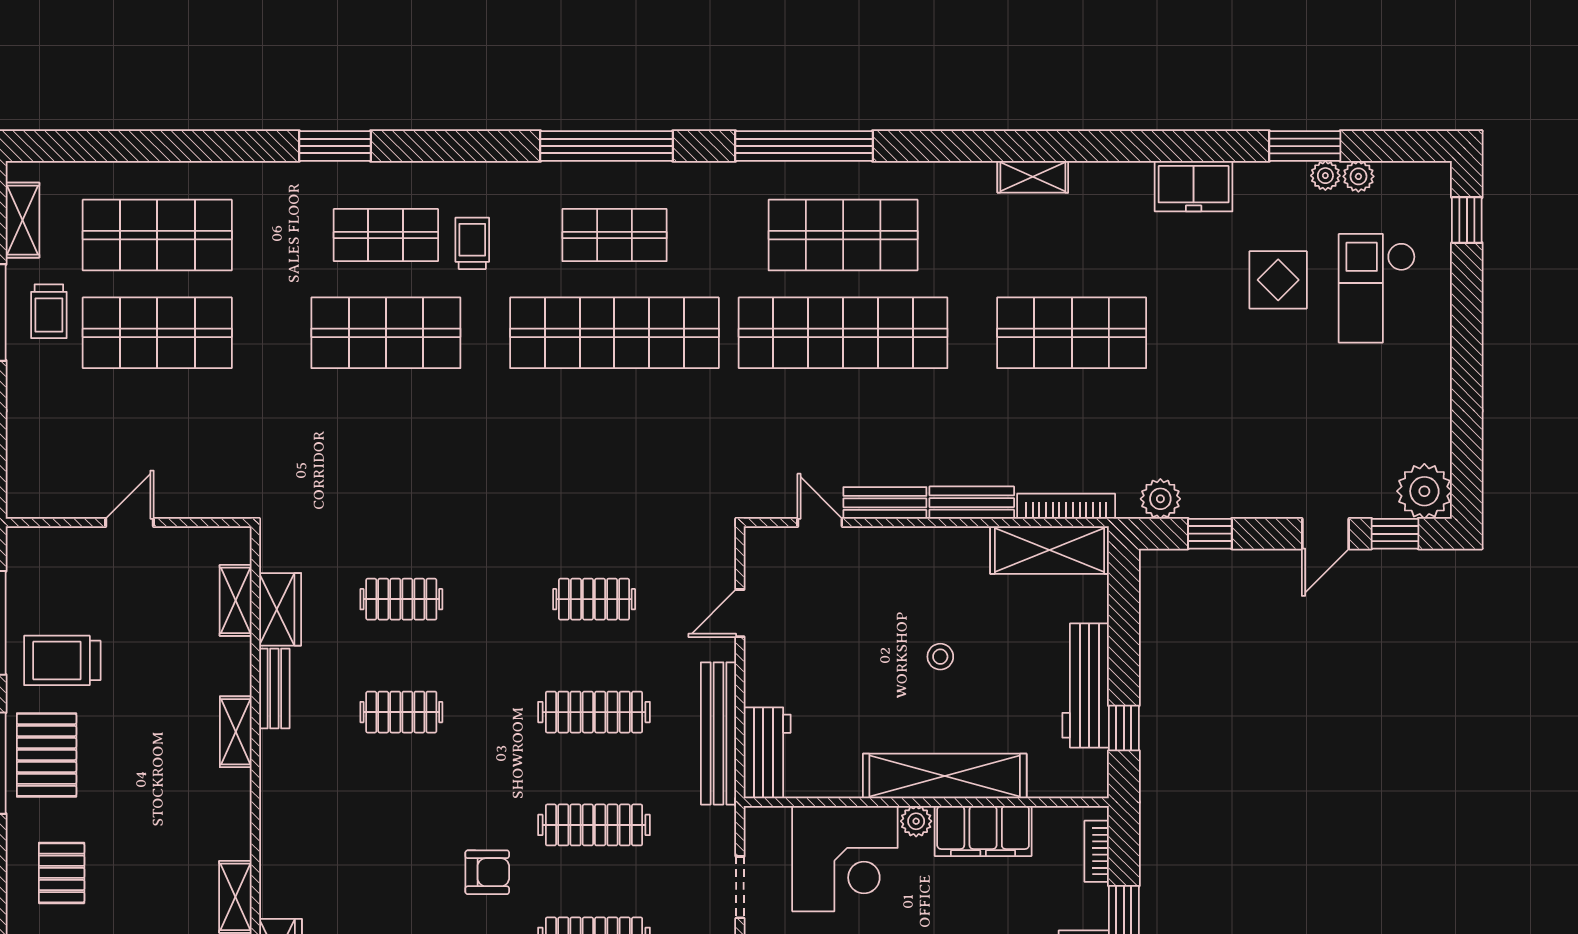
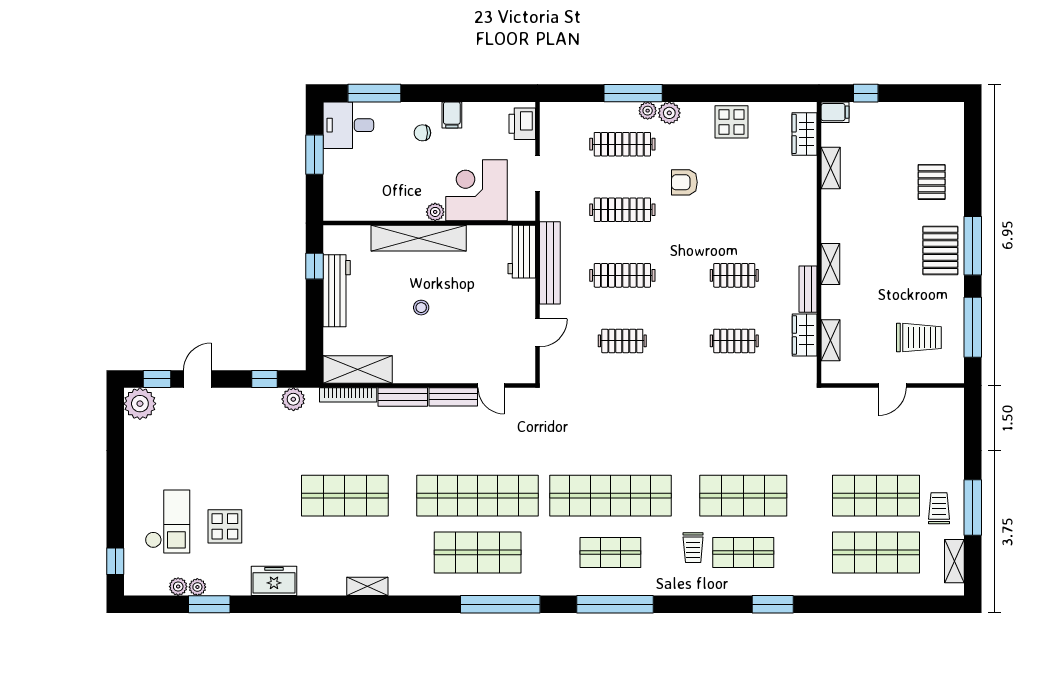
trolley: (62, 660) -> (919, 338), moved
filing cabinet: (983, 831) -> (396, 206), removed
bookcase: (1097, 851) -> (330, 194), removed

